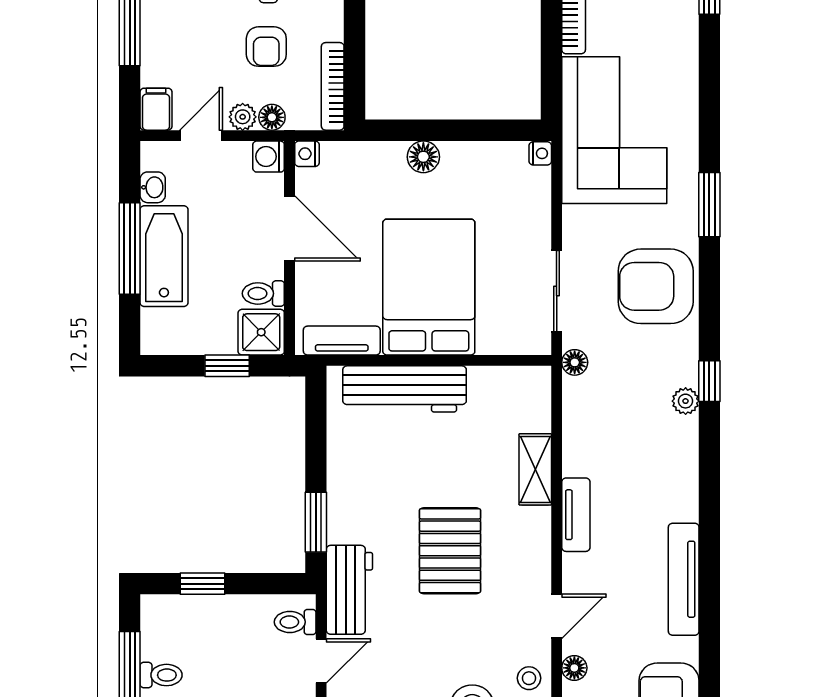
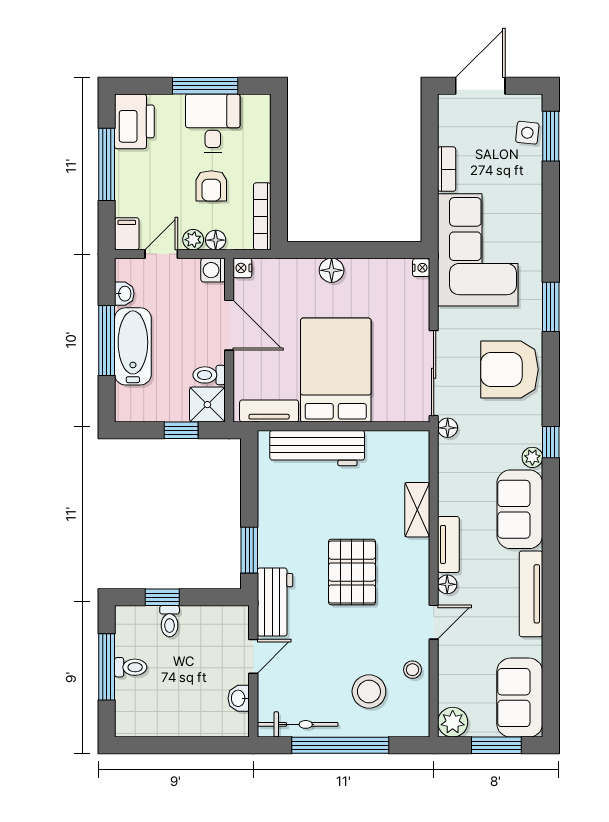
sliding door: (557, 291) -> (434, 373), width x1.37
sofa: (669, 469) -> (520, 509), added
toilet: (295, 622) -> (170, 621), moved, turned -90
floor lamp: (574, 668) -> (447, 584), moved

